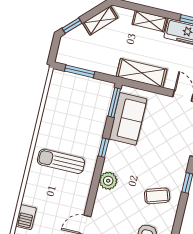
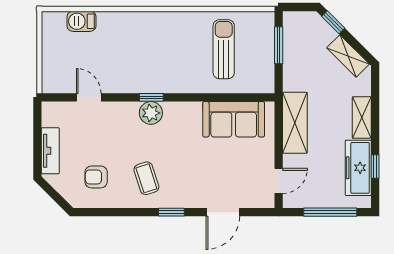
window: (114, 102) -> (250, 97), removed
window: (104, 148) -> (151, 97), moved
sun lounger: (61, 161) -> (224, 49), moved

